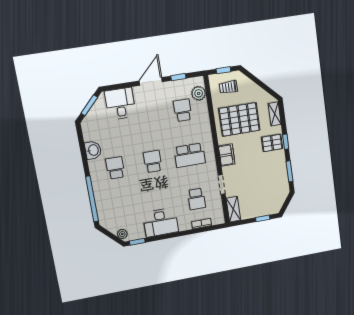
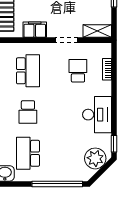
school desk: (153, 162) -> (28, 112), turned -90
school desk: (115, 168) -> (28, 153), width x1.85
school desk: (196, 199) -> (78, 71), turned -90
plant: (122, 234) -> (95, 158), width x1.88, depth x1.88

